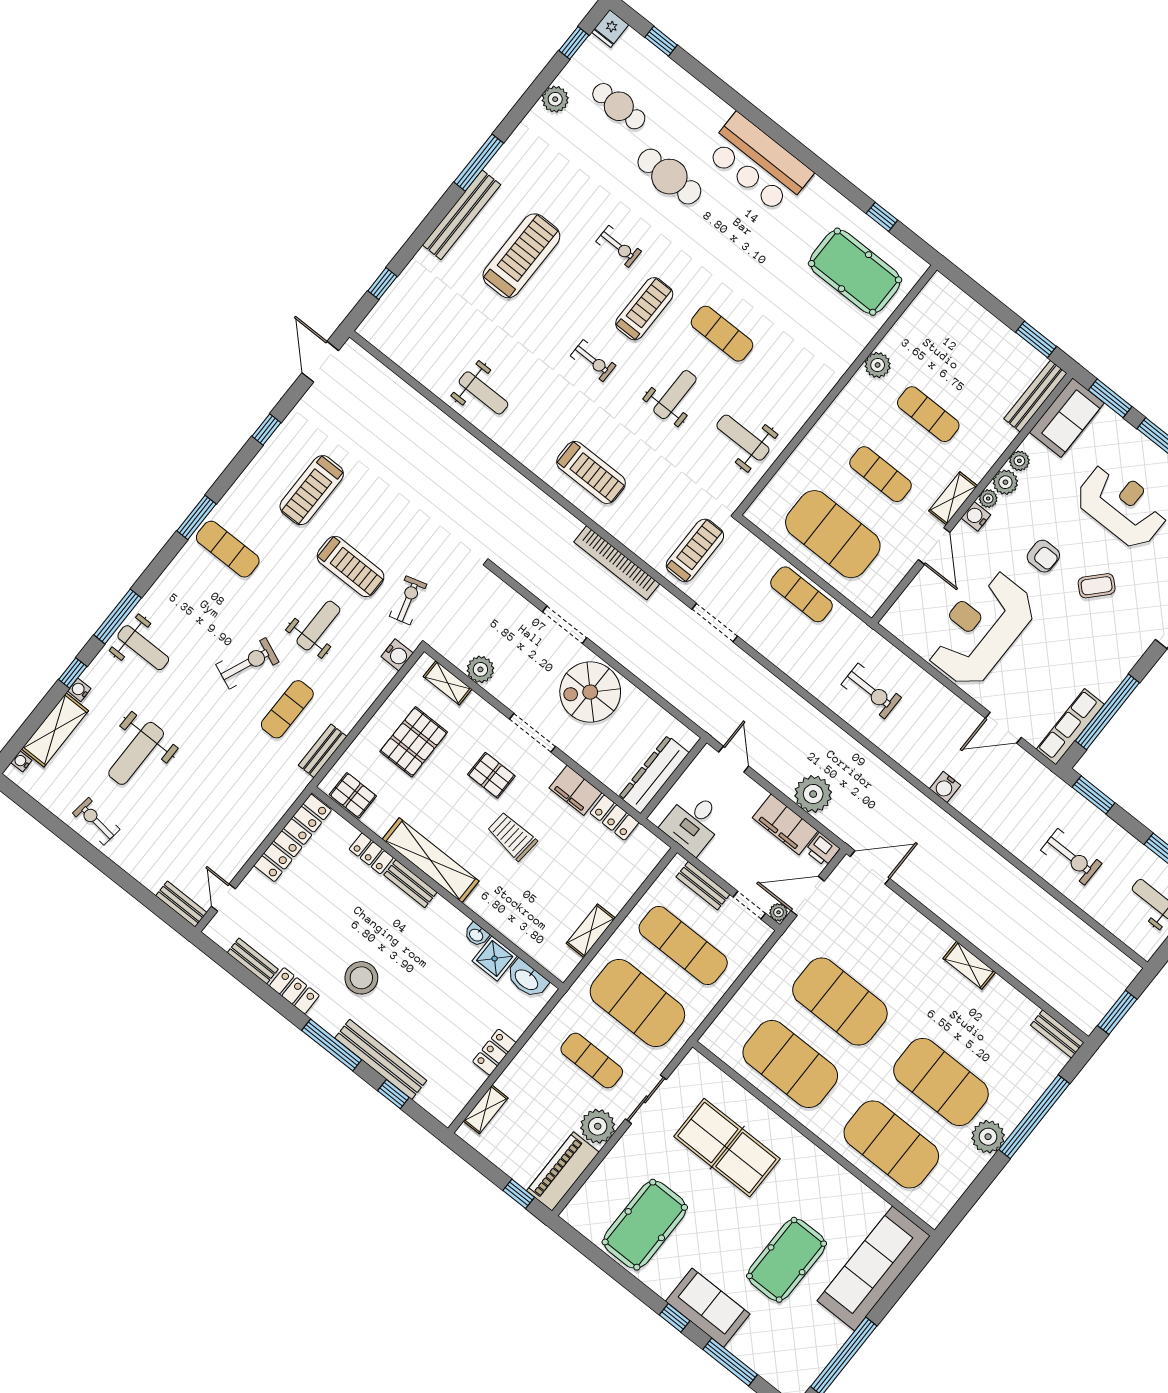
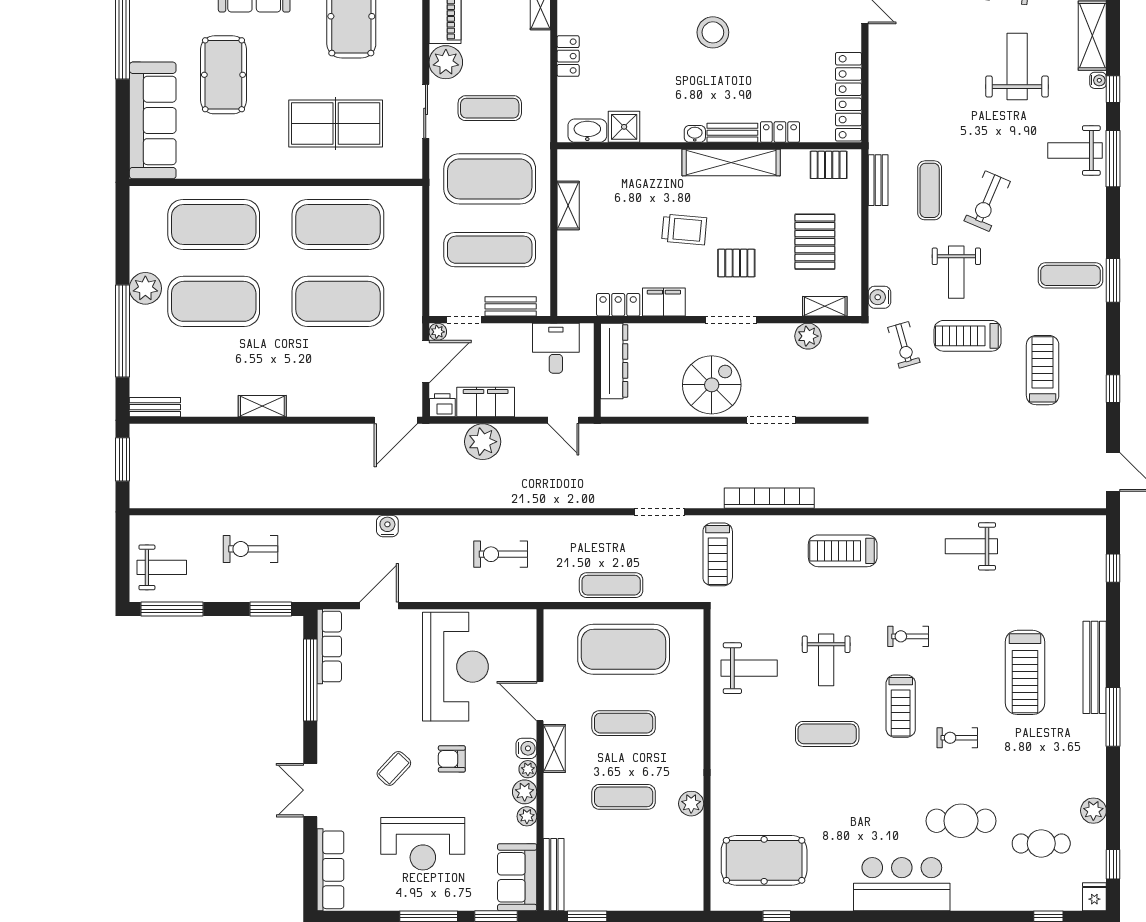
washbasin: (476, 935) -> (695, 134), moved

